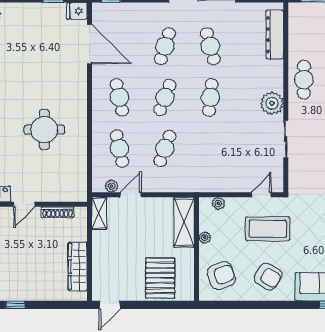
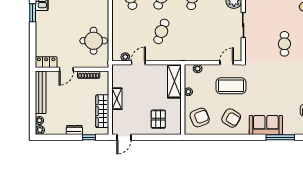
round table: (44, 130) -> (94, 41), moved
cafe table: (119, 149) -> (131, 31), removed
shelving: (99, 213) -> (117, 99), moved
pallet: (160, 278) -> (158, 119), width x0.67, depth x0.71
dresser: (36, 294) -> (74, 130), added
window: (15, 305) -> (89, 137), moved

